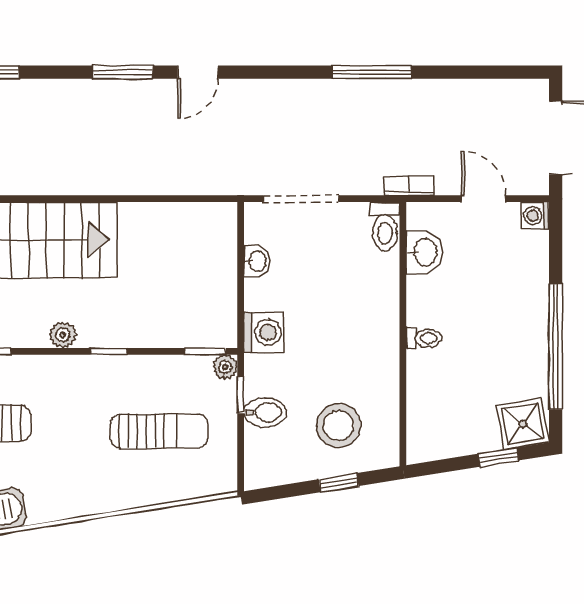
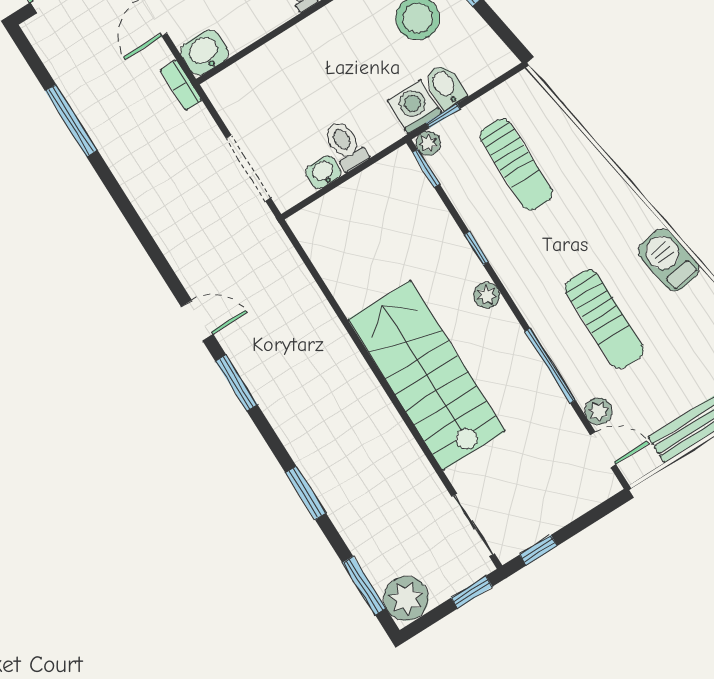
window: (372, 72) -> (71, 121), moved
toilet: (385, 226) -> (345, 145), moved, turned -90
washbasin: (425, 252) -> (204, 52), moved
washing machine: (264, 332) -> (414, 107), moved
sun lounger: (159, 431) -> (516, 165), turned 180

